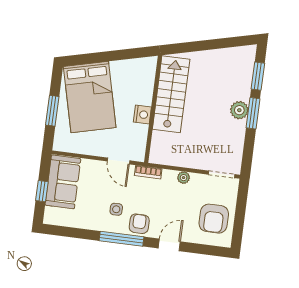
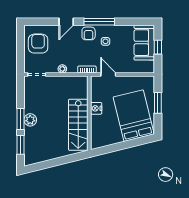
sofa: (63, 182) -> (144, 43), moved

